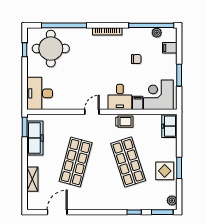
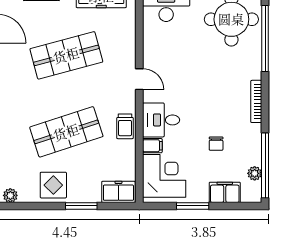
filing cabinet: (170, 48) -> (225, 192), width x2.00
shop shelf: (76, 162) -> (66, 55), turned -30
window: (179, 168) -> (81, 206), moved

